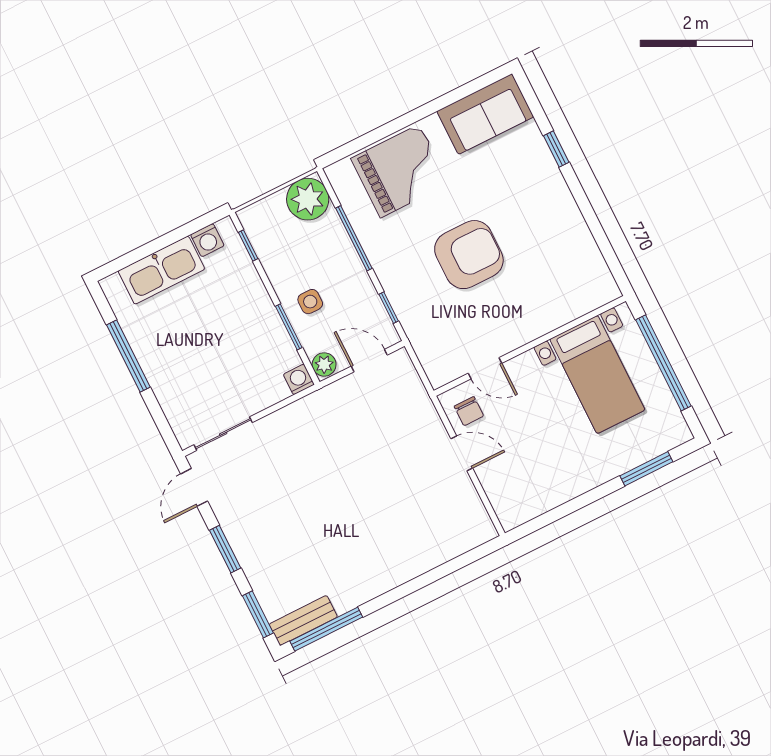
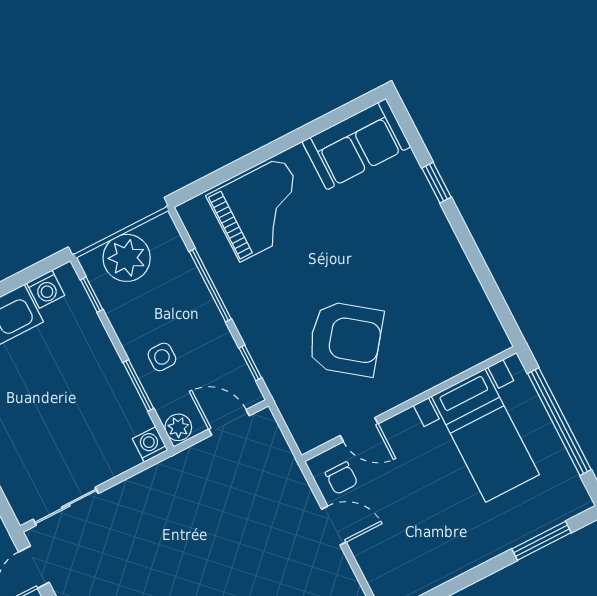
plant: (308, 199) -> (127, 258), moved
armchair: (469, 255) -> (346, 339), moved, turned 37

